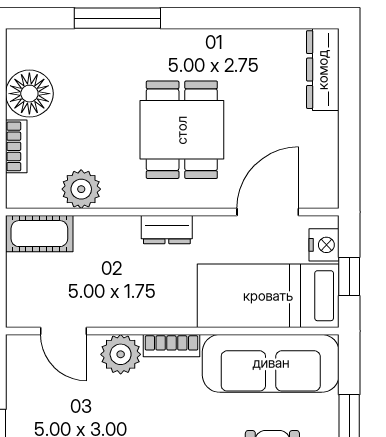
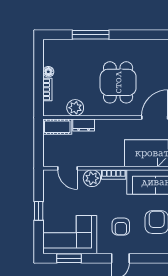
floor lamp: (29, 94) -> (48, 72), width x0.53, depth x0.53
dresser: (167, 230) -> (84, 125), moved

